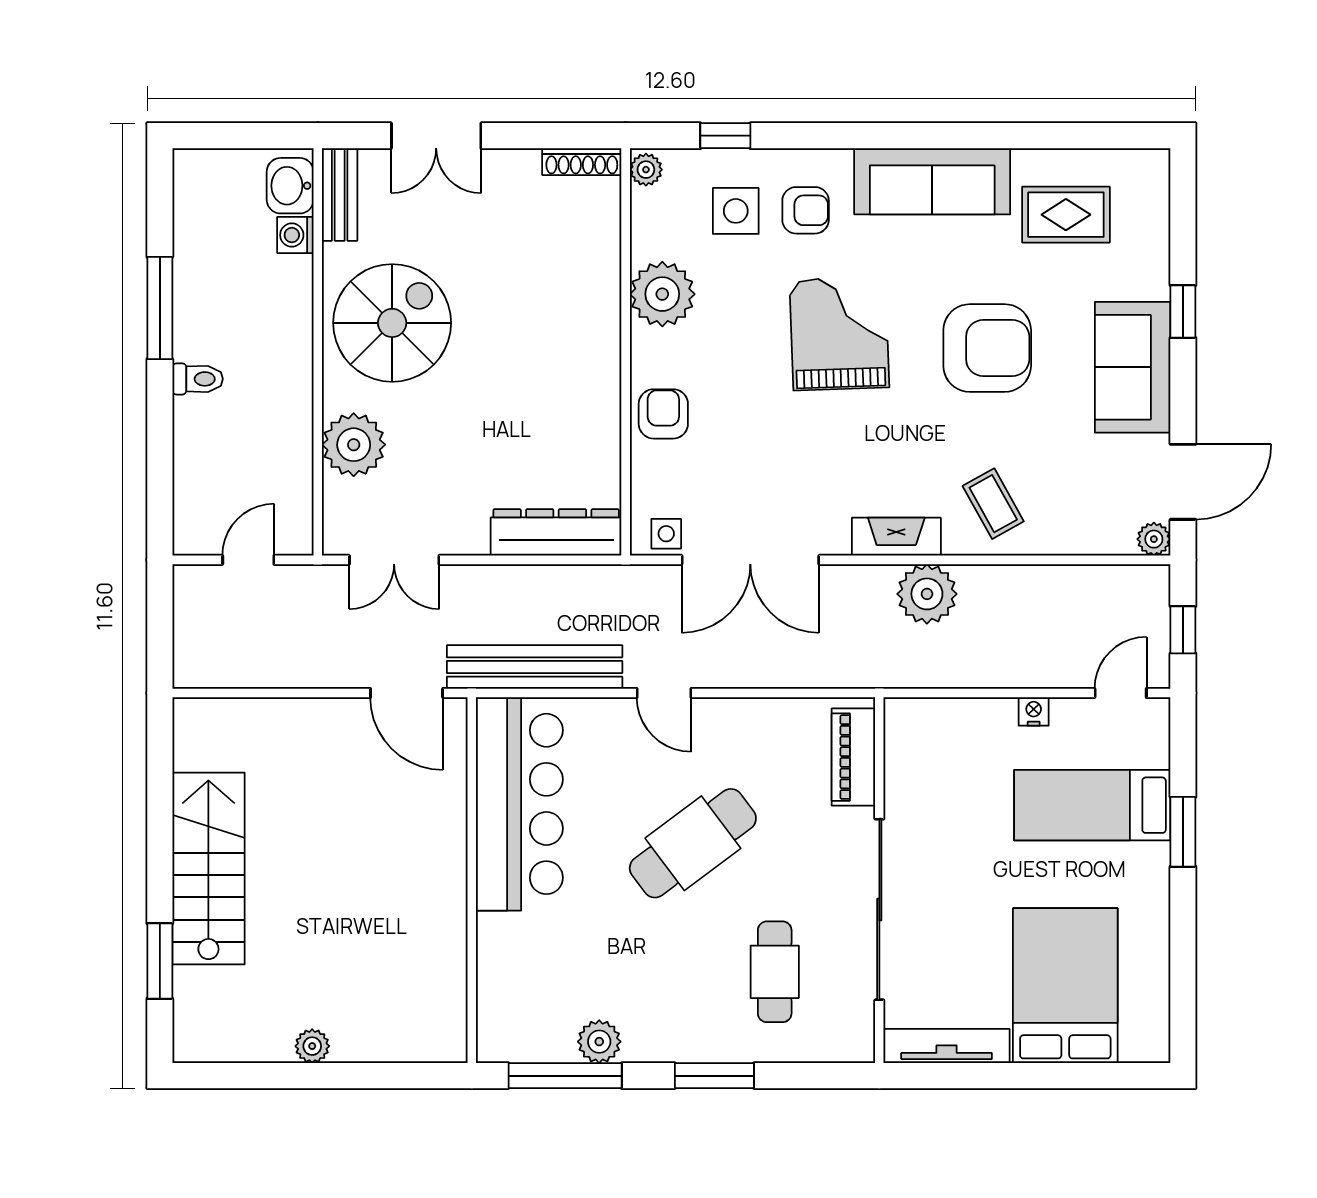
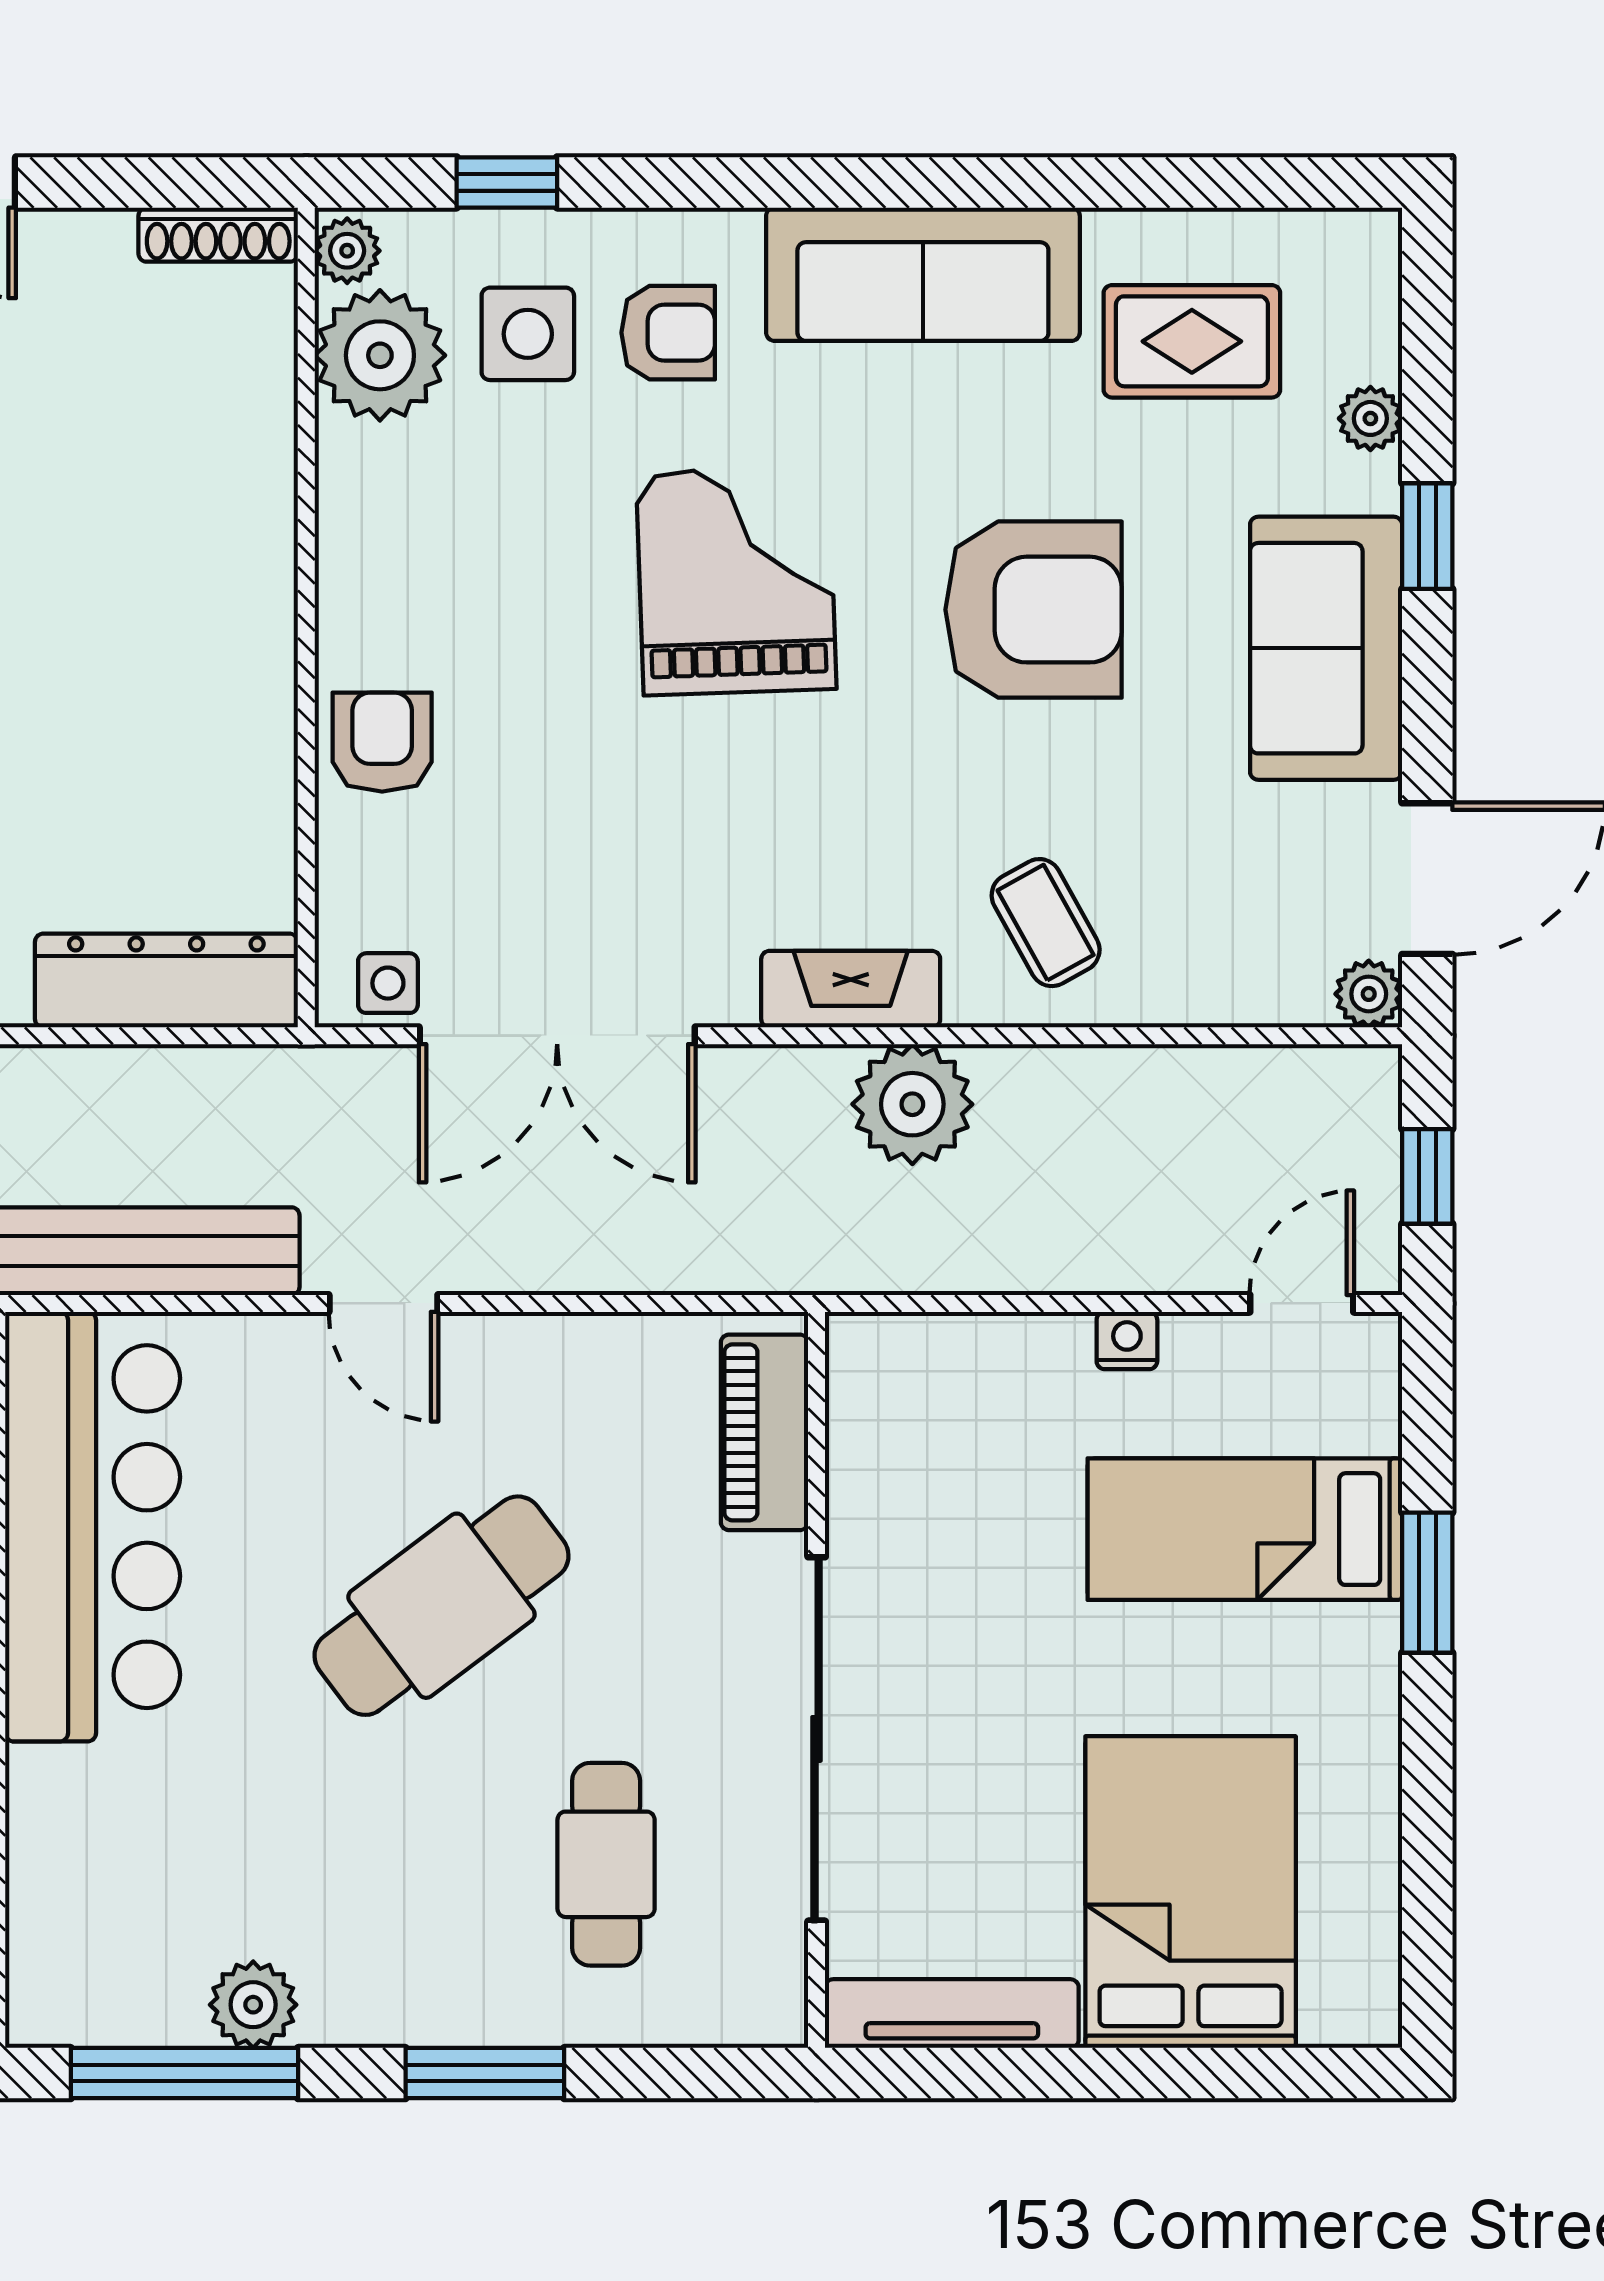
plant: (1155, 253) -> (1370, 418), added
plant: (662, 294) -> (380, 355), moved

